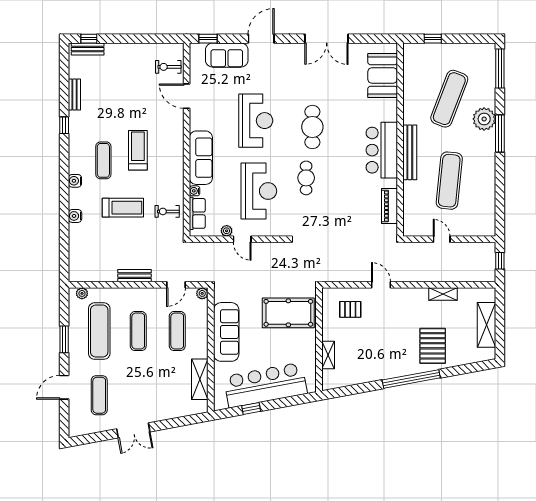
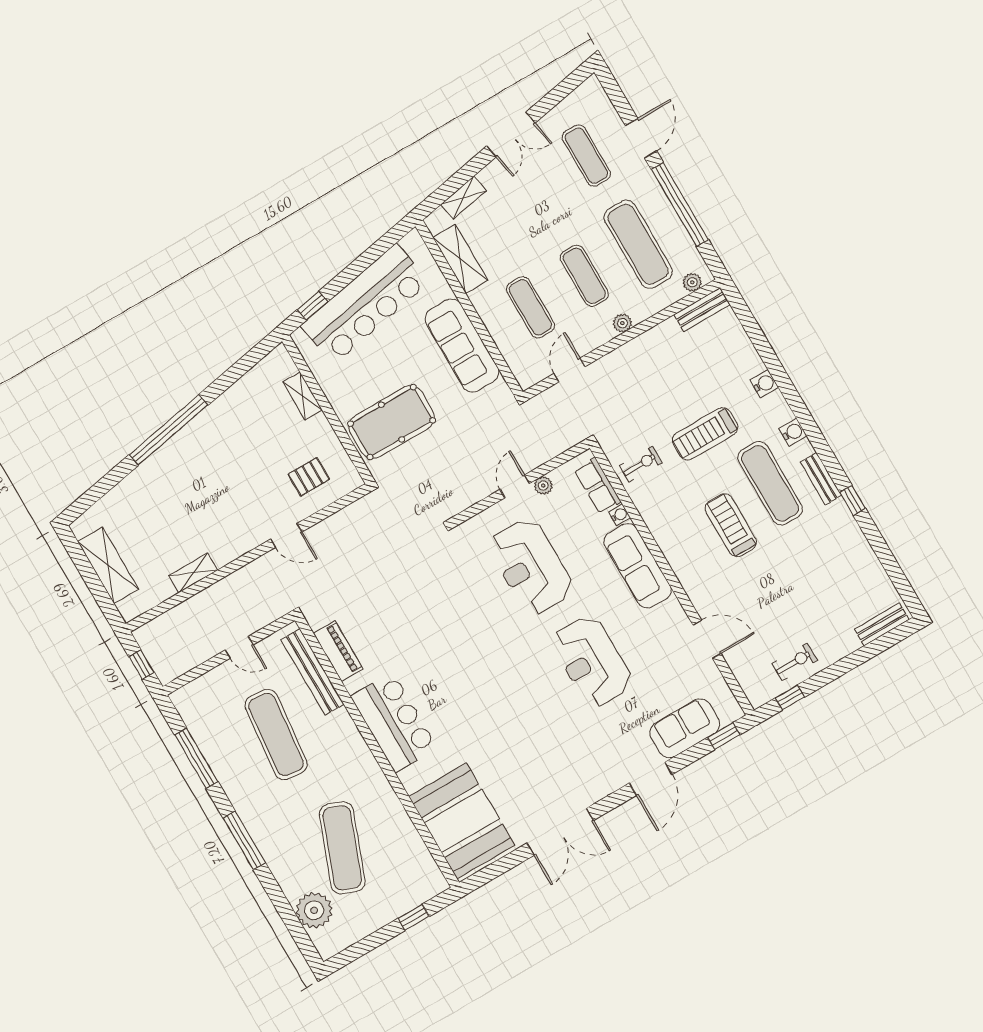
window: (89, 39) -> (790, 698), moved
double door: (327, 39) -> (560, 832), swing flipped
exercise bike: (168, 67) -> (795, 662), moved
window: (500, 68) -> (196, 758), moved
booth: (383, 75) -> (462, 821), width x1.36, depth x1.42
bench: (74, 95) -> (821, 479), moved
plant: (484, 119) -> (314, 910), moved
cafe table: (312, 127) -> (508, 698), removed
treadmill: (138, 150) -> (731, 525), turned 180
bench: (410, 152) -> (312, 672), moved
exercise mat: (103, 160) -> (770, 483), width x1.36, depth x1.45
cafe table: (306, 178) -> (476, 623), removed
door: (242, 239) -> (515, 486), hinge flipped
bench: (134, 276) -> (702, 310), moved
plant: (202, 293) -> (622, 323), moved
window: (64, 339) -> (680, 204), width x2.11
pallet: (433, 346) -> (166, 493), removed
window: (251, 409) -> (313, 306), moved
shelving: (179, 411) -> (464, 197), added
double door: (133, 430) -> (511, 135), swing flipped

